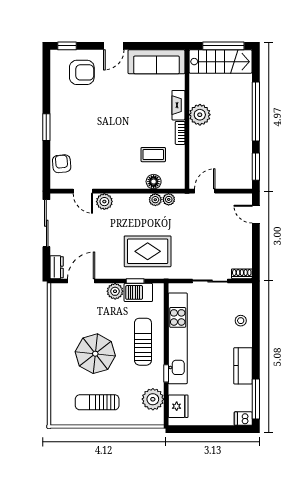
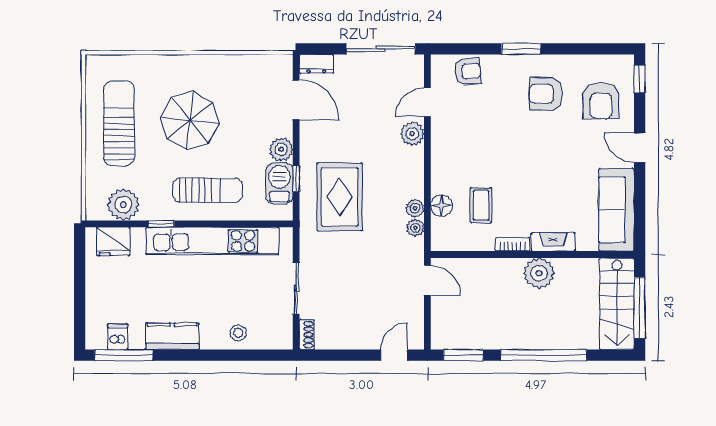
armchair: (77, 110) -> (546, 94), added
sun lounger: (97, 402) -> (119, 123), width x1.36, depth x1.34
dishwasher: (243, 419) -> (118, 337), moved

